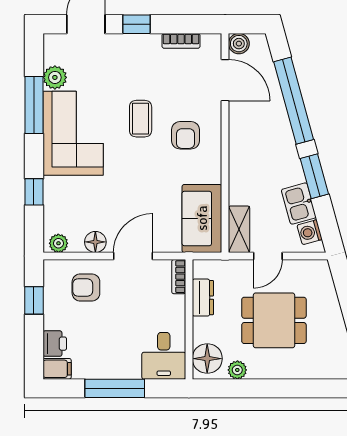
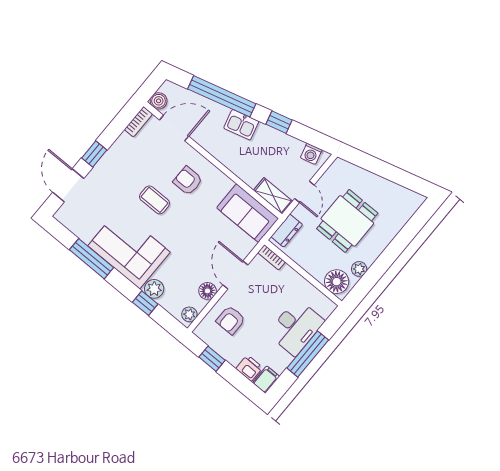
bookcase: (181, 41) -> (138, 122), moved
plant: (55, 77) -> (154, 289), moved
armchair: (186, 135) -> (188, 181), turned 180
window: (314, 176) -> (279, 122), width x0.67
kitchen sink: (299, 204) -> (241, 125), moved
dresser: (203, 298) -> (287, 231), moved, turned 90
desk: (164, 356) -> (296, 327), moved, width x1.37

